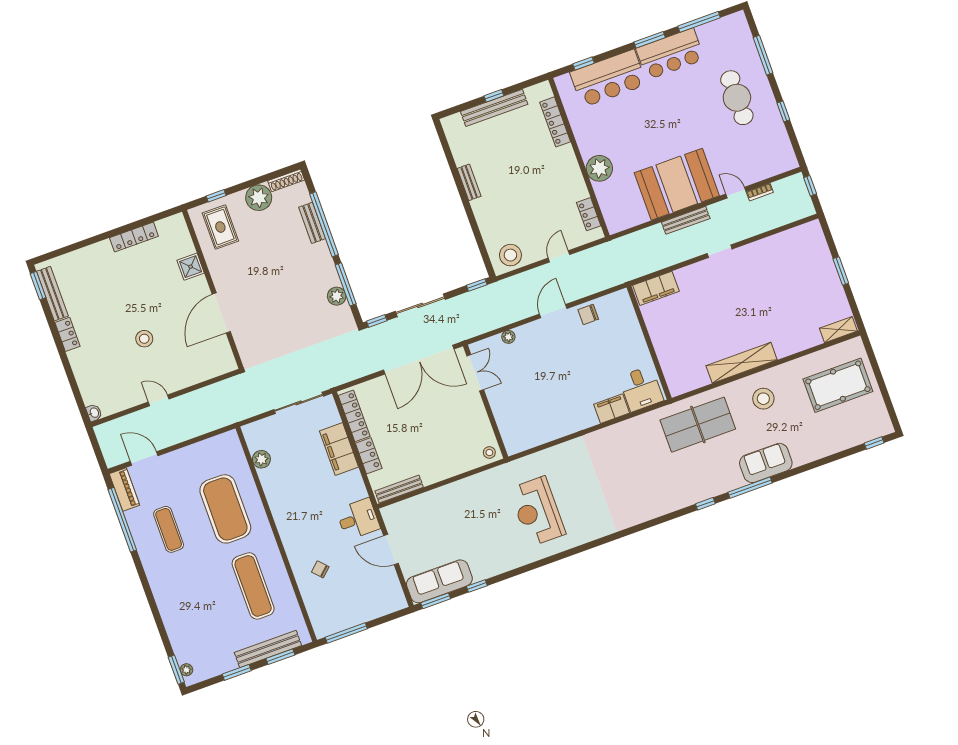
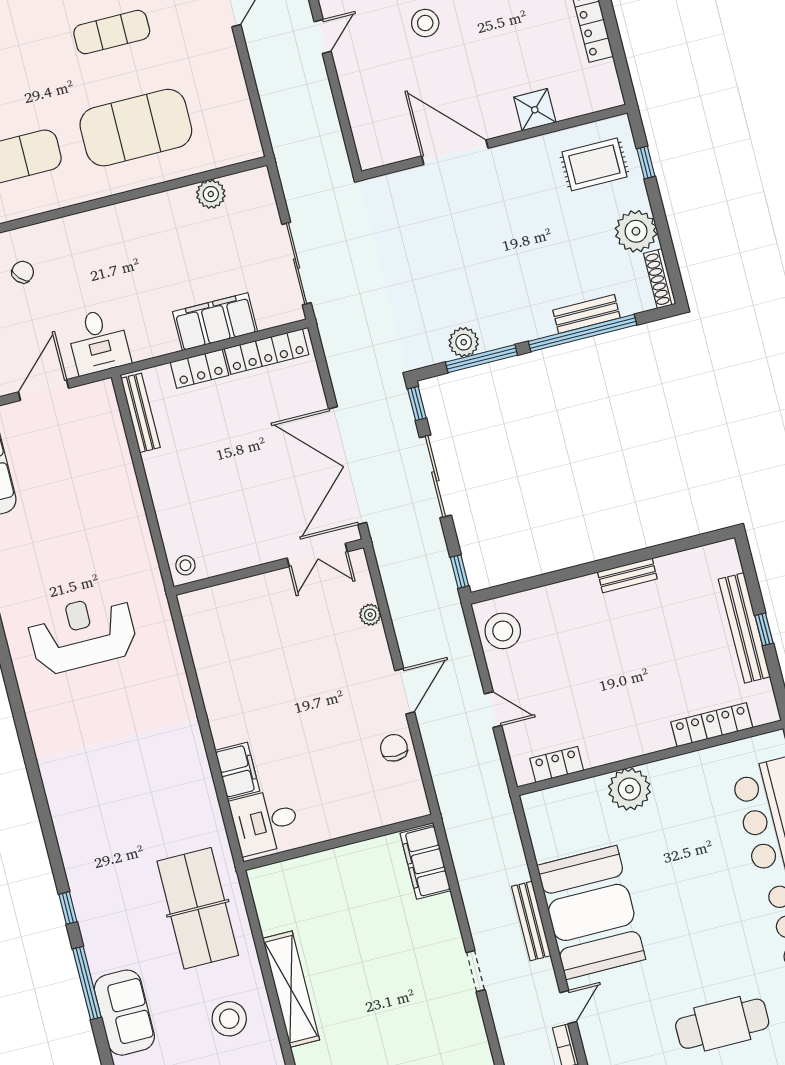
door: (553, 311) -> (405, 691), hinge flipped

